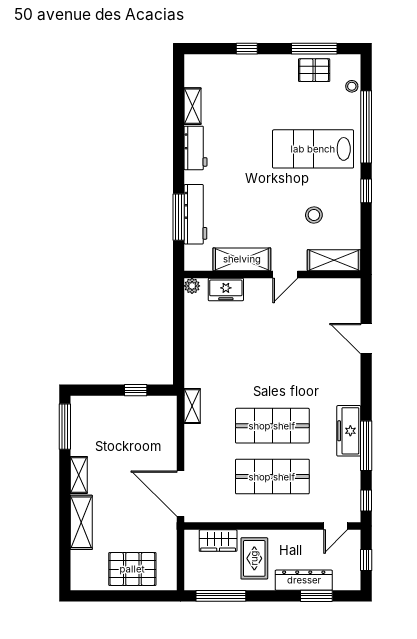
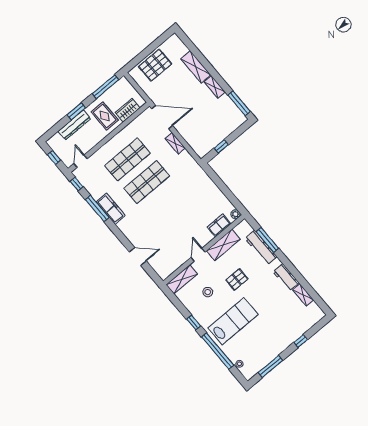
pallet: (314, 70) -> (237, 279), moved
shelving: (192, 406) -> (175, 143), moved
window: (316, 596) -> (76, 111), moved

